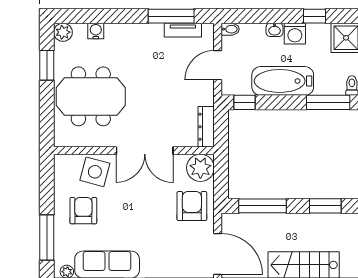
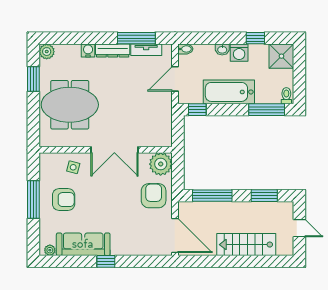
water cooler: (96, 31) -> (88, 50), moved
dresser: (206, 127) -> (113, 50), moved, turned -90
side table: (95, 172) -> (73, 167), width x0.54, depth x0.54
armchair: (83, 211) -> (64, 200), turned 90
window: (47, 238) -> (33, 200), moved

